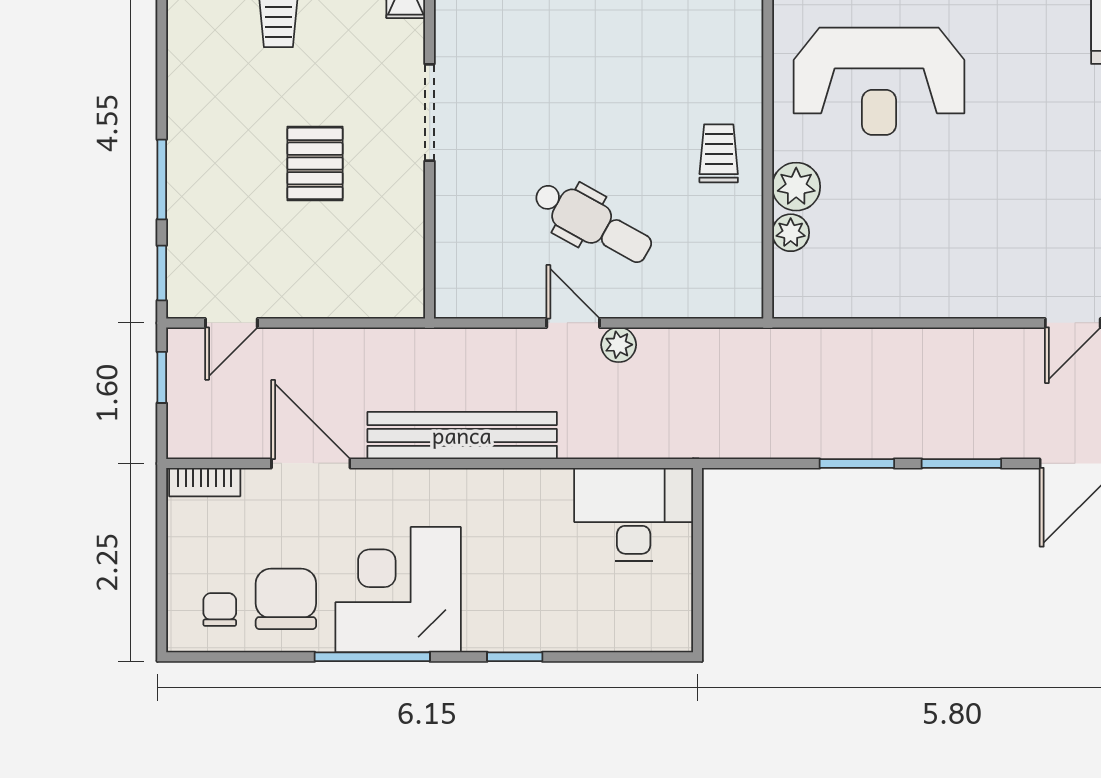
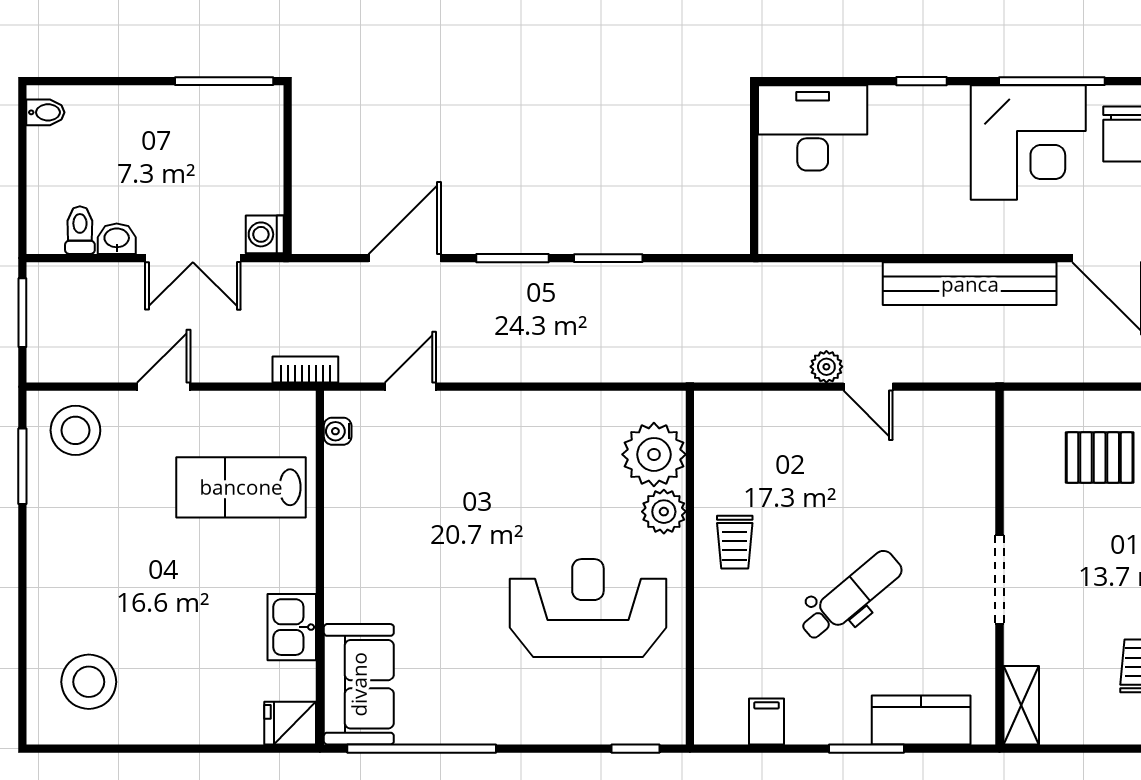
pallet: (315, 163) -> (1100, 458), moved, turned 90
dental chair: (593, 222) -> (851, 596), moved, turned 111
plant: (791, 233) -> (654, 454), width x1.87, depth x1.87
desk: (634, 515) -> (813, 128), moved, turned 180

